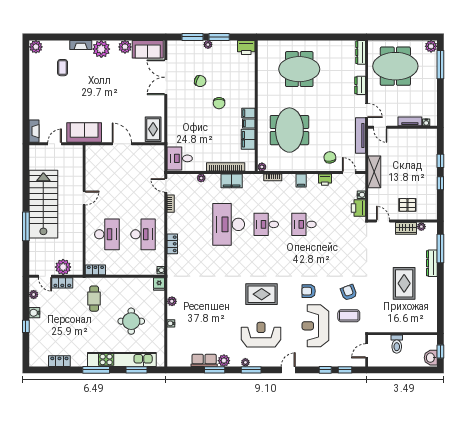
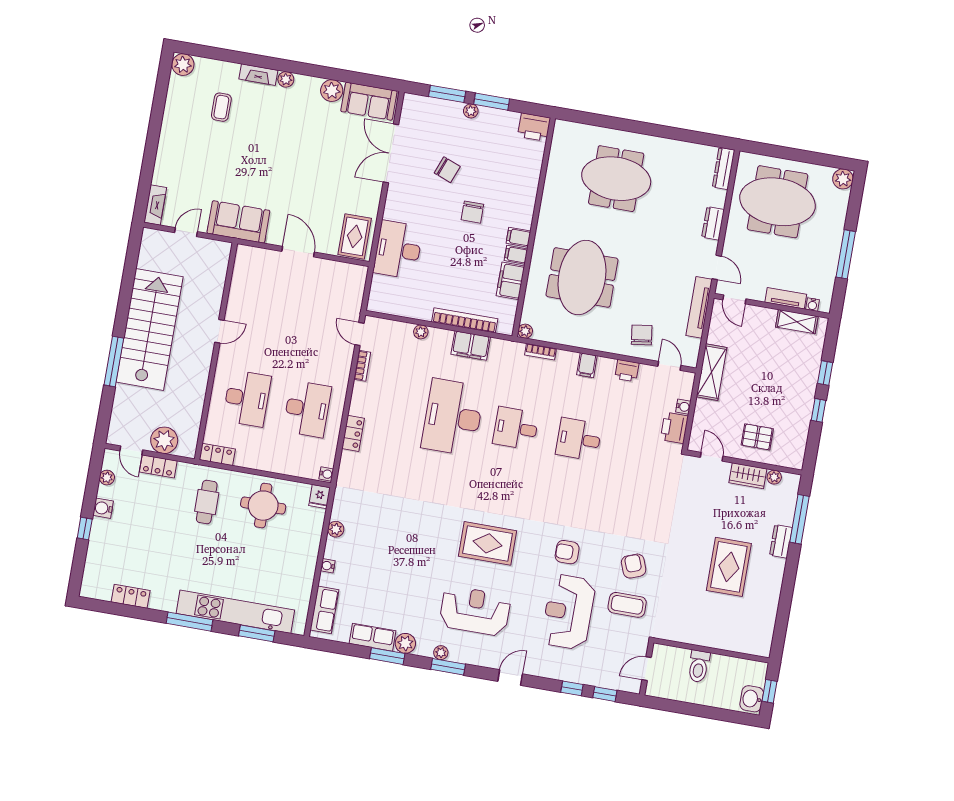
plant: (101, 49) -> (286, 79), width x0.53, depth x0.53
window: (440, 65) -> (846, 254), moved
shelving: (419, 134) -> (797, 322), added
desk: (180, 158) -> (398, 250), moved, width x1.37
dresser: (432, 263) -> (781, 541), width x0.70
round table: (131, 321) -> (263, 506), moved
row of seats: (173, 349) -> (324, 610), added

